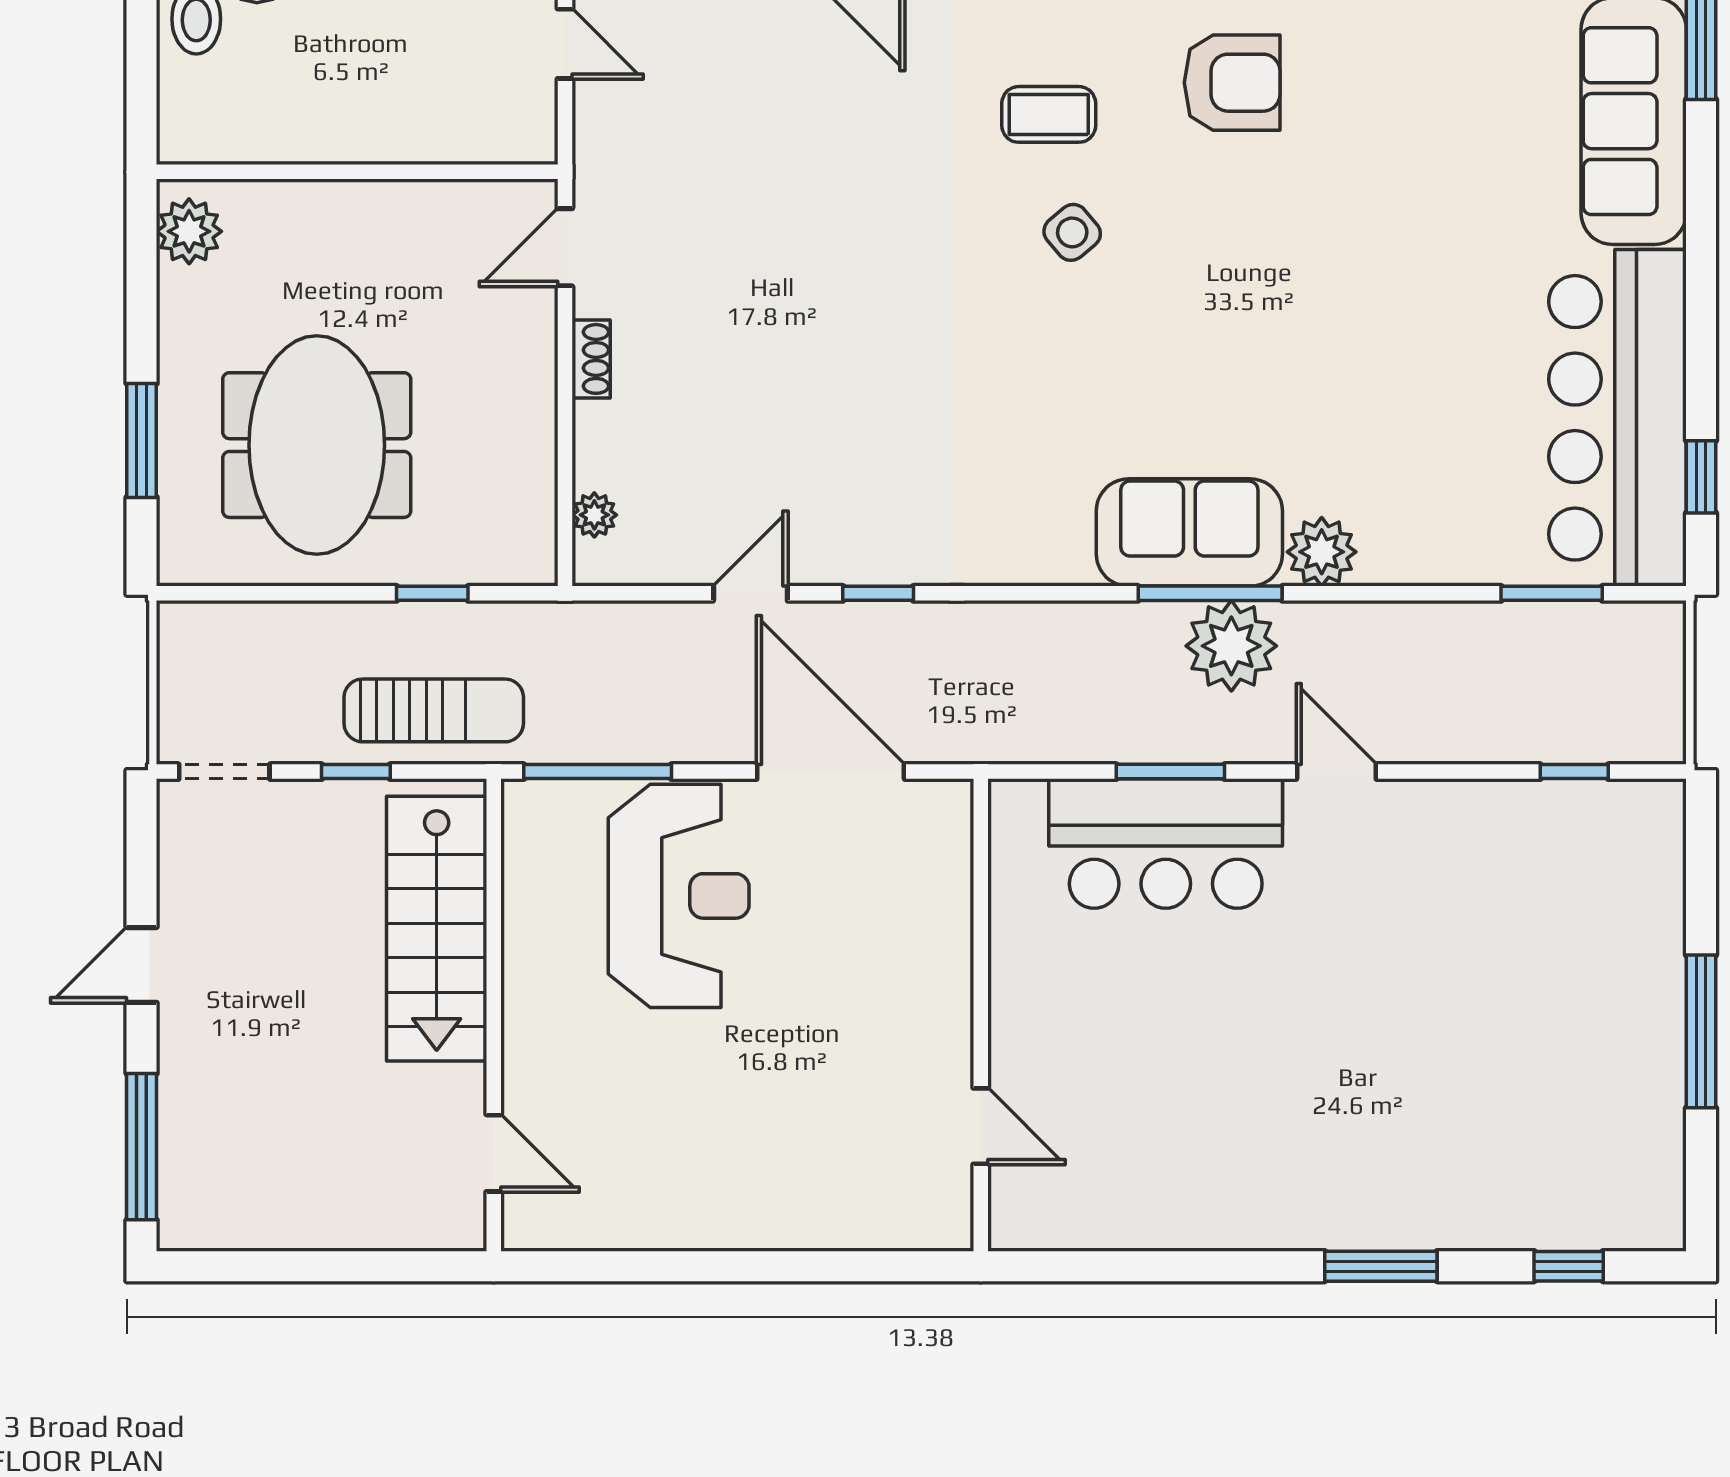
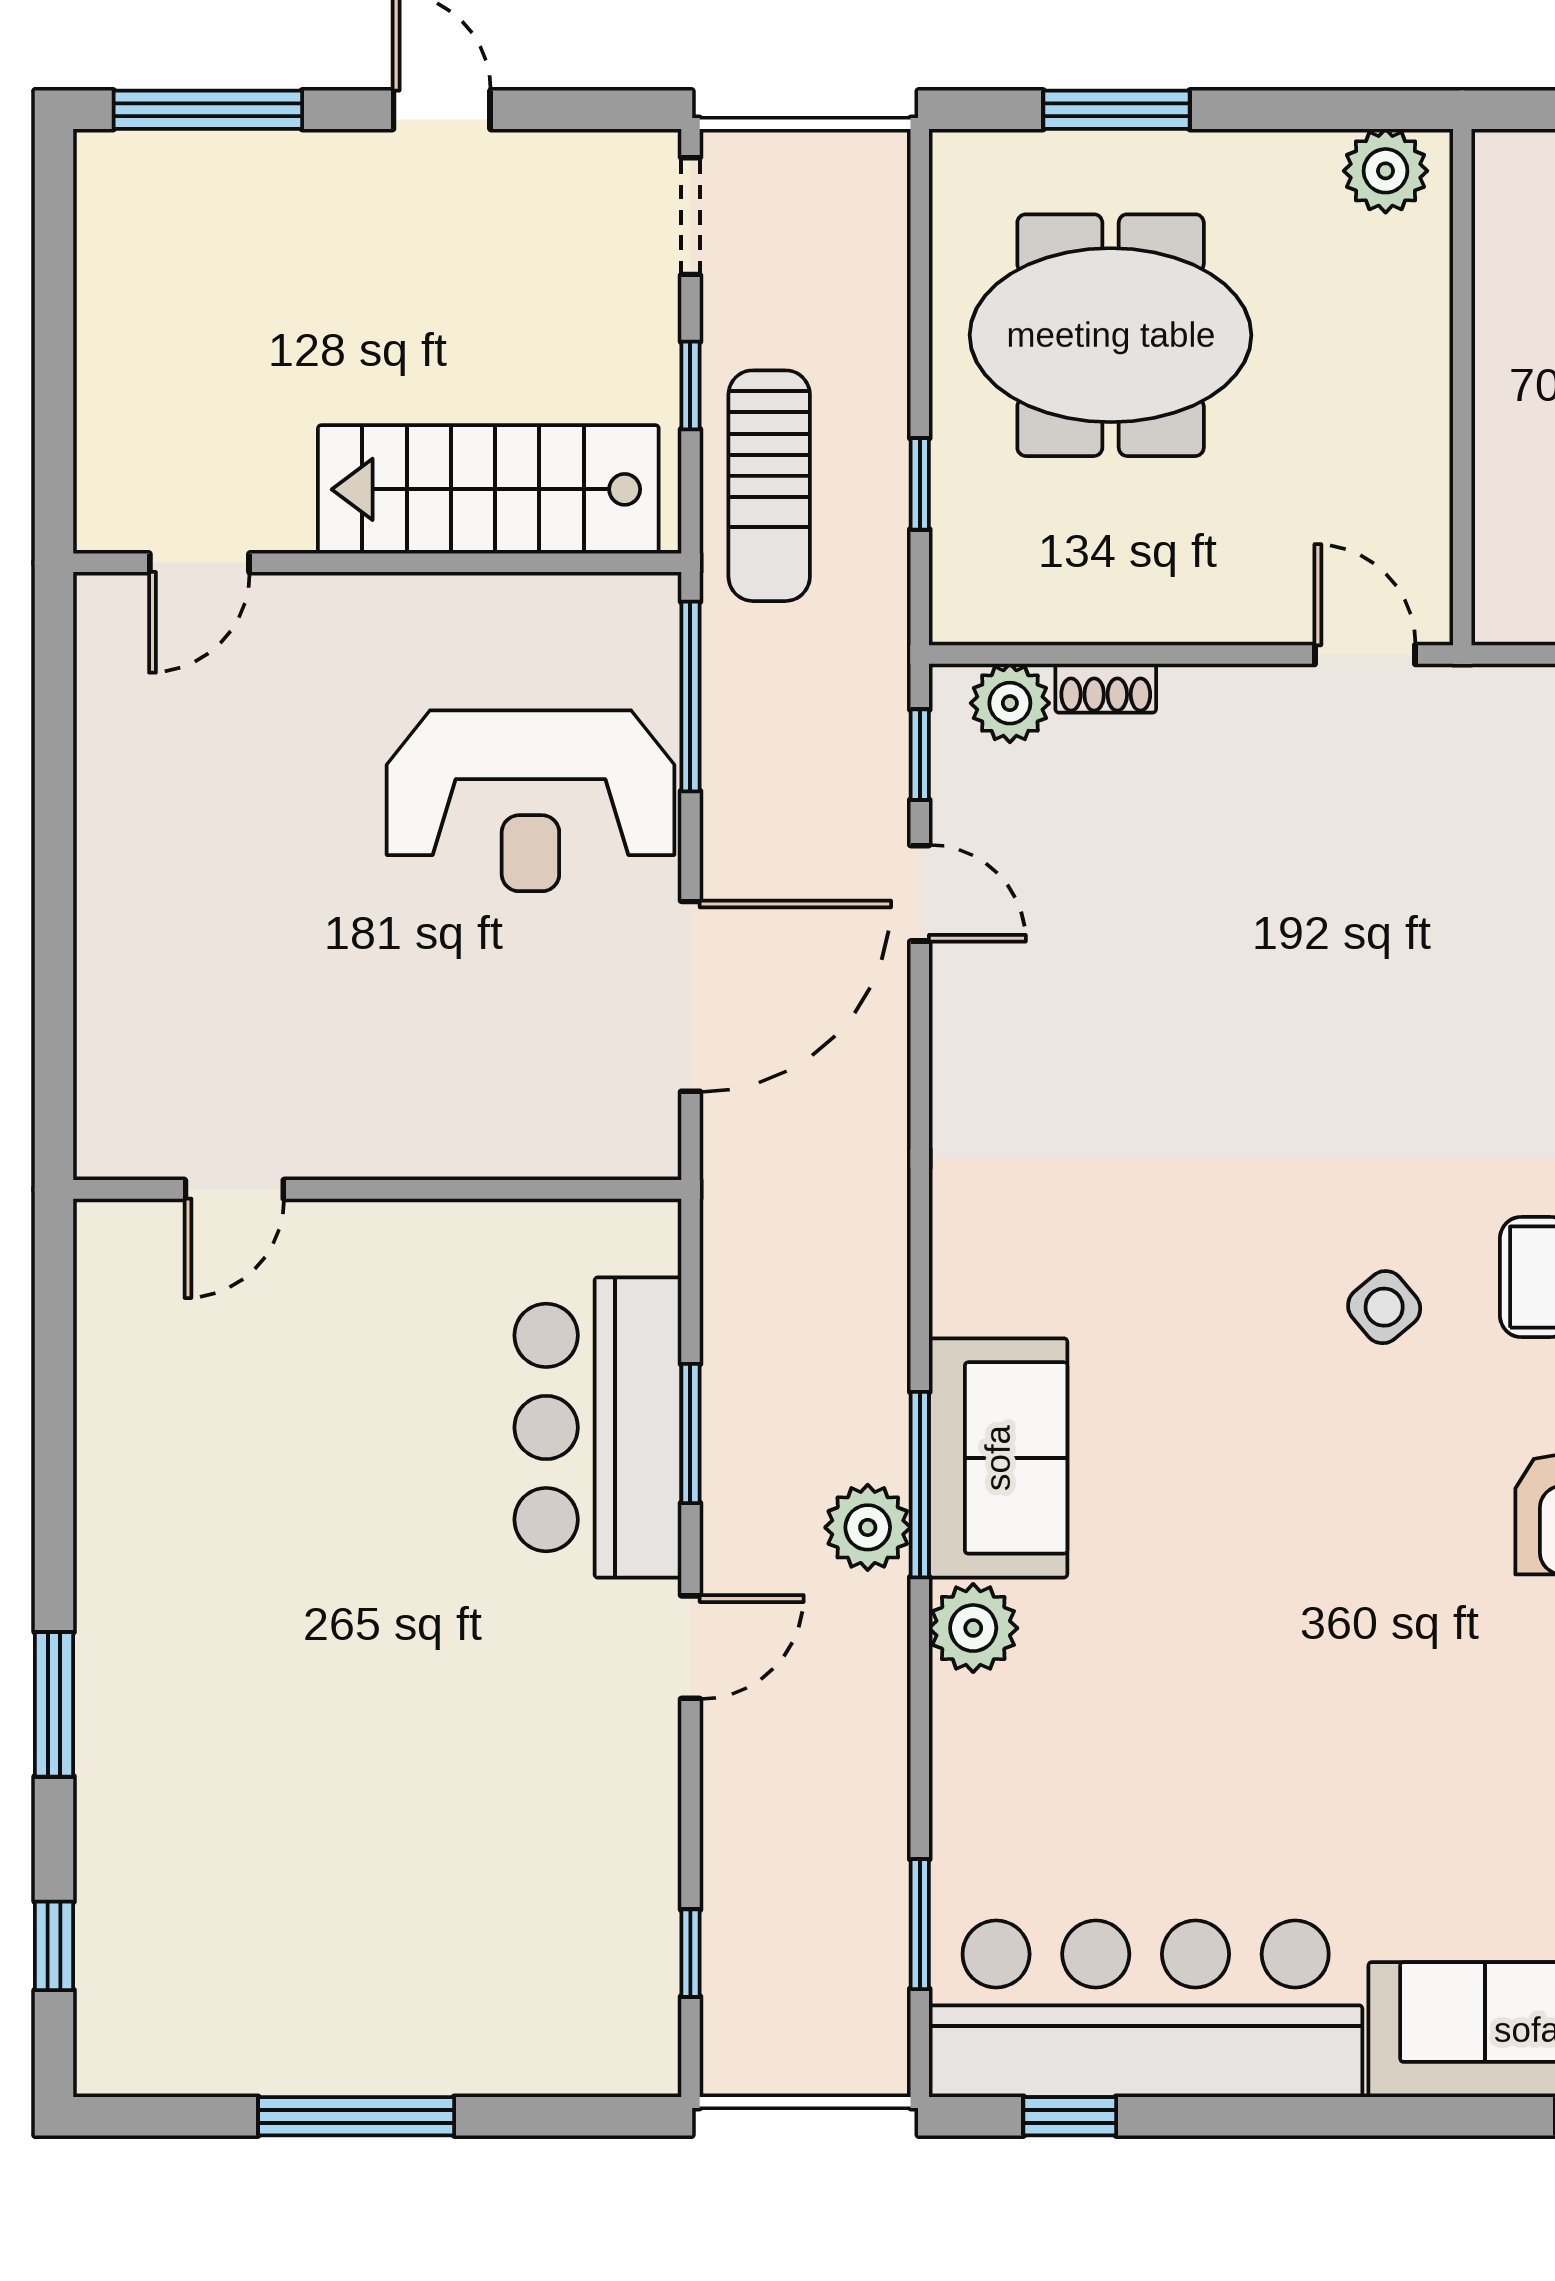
shoe rack: (591, 359) -> (1106, 688), moved
plant: (594, 515) -> (1010, 703), width x1.38, depth x1.38
window: (878, 593) -> (920, 755), moved
plant: (1231, 646) -> (868, 1527), width x0.73, depth x0.73

